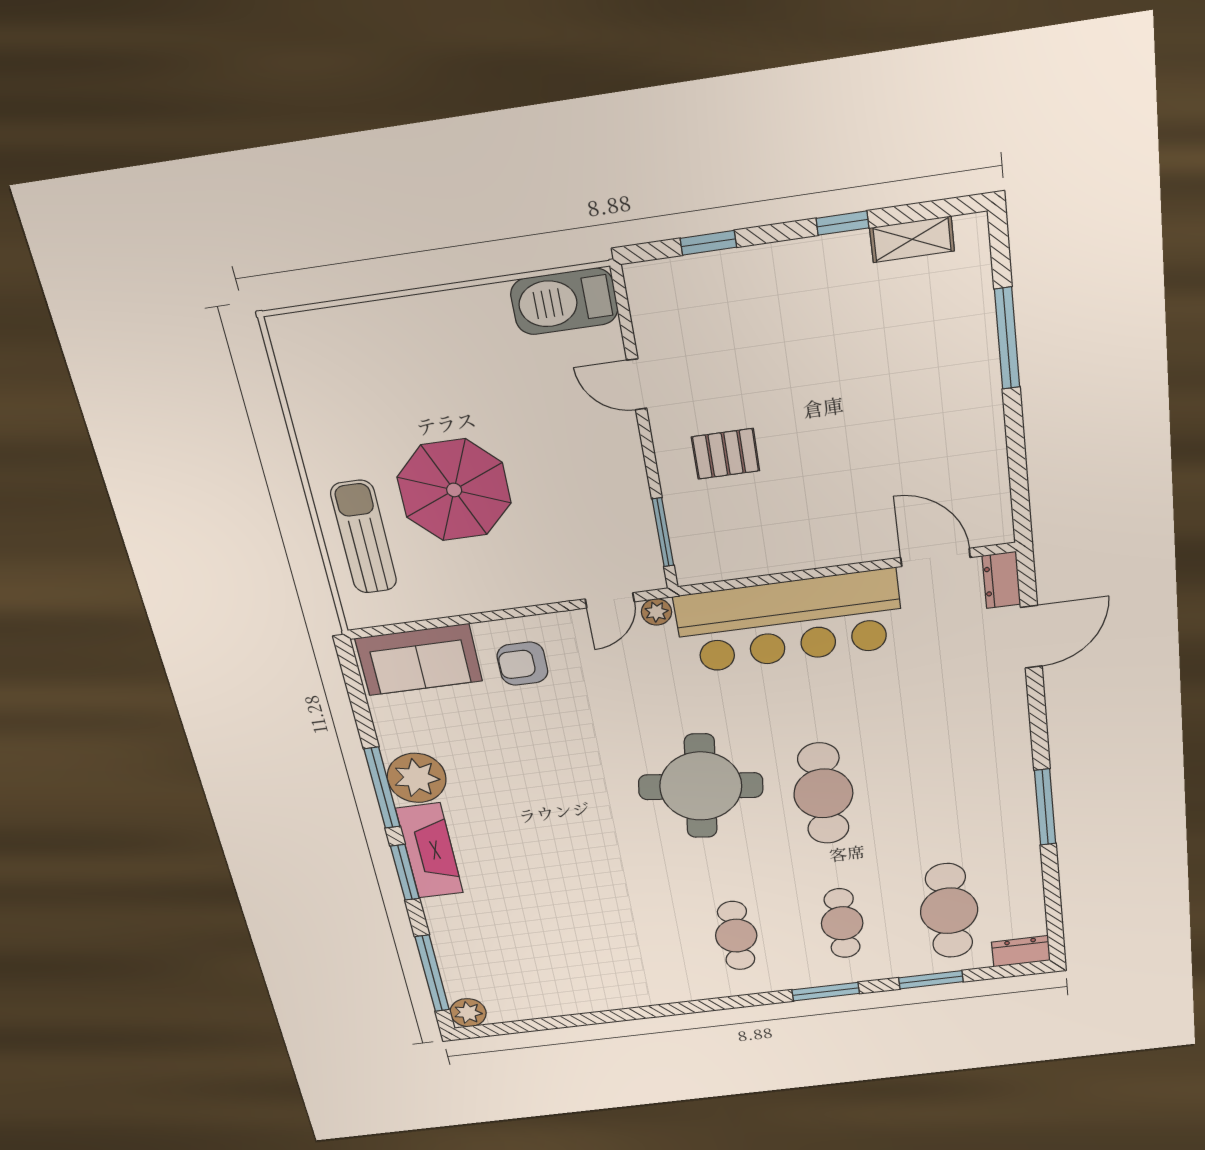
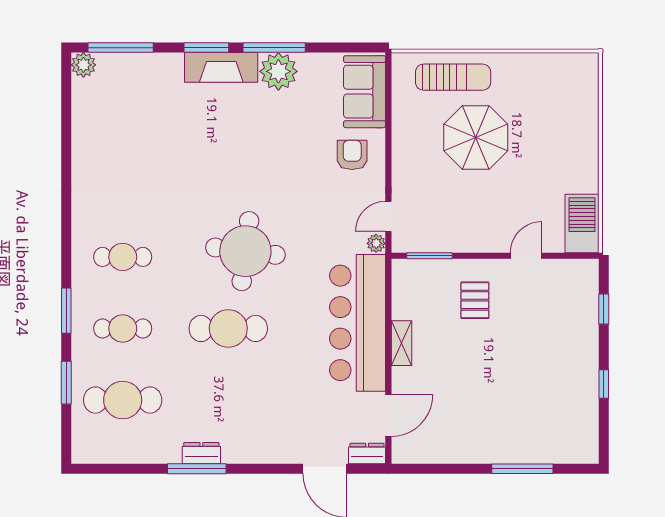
shelving: (912, 239) -> (401, 343), moved
door: (610, 600) -> (388, 216), hinge flipped
dresser: (1021, 951) -> (201, 453), moved, turned -90

